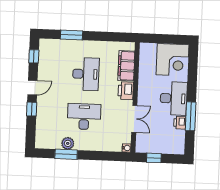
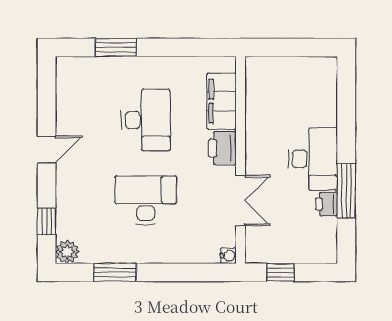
window: (34, 56) -> (47, 91), removed
corner desk: (173, 60) -> (308, 86), removed
window: (32, 109) -> (47, 222), moved
plant: (68, 143) -> (67, 252), moved

